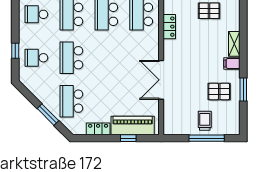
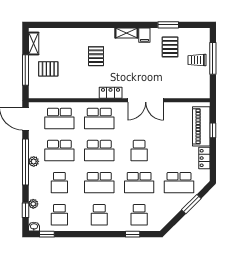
school desk: (106, 58) -> (139, 151), added
double door: (161, 80) -> (146, 100), moved

